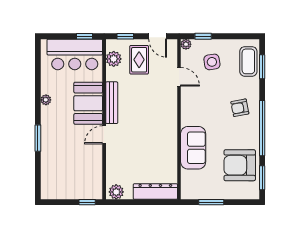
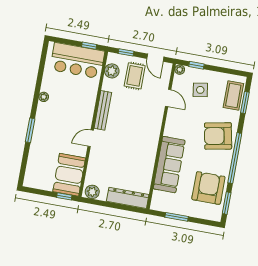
booth: (88, 103) -> (69, 175), moved
armchair: (240, 108) -> (218, 136), width x1.88, depth x1.88
sofa: (193, 148) -> (169, 165), width x1.36
armchair: (240, 165) -> (208, 188), turned 90

